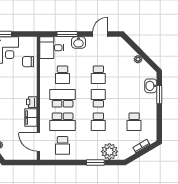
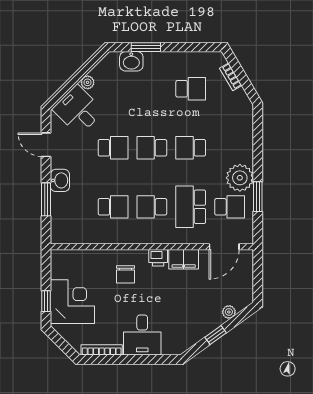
desk: (52, 48) -> (78, 110), moved, turned 135
chair: (28, 62) -> (126, 274), moved
school desk: (63, 98) -> (152, 207), width x0.54
school desk: (63, 122) -> (191, 207), turned 180
school desk: (98, 122) -> (191, 148), turned 180
plant: (109, 152) -> (240, 178), moved
window: (95, 162) -> (258, 197), moved

